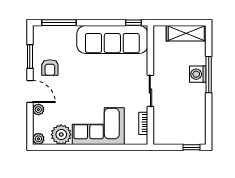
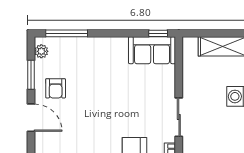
sofa: (112, 39) -> (152, 50), width x0.54, depth x0.79
plant: (38, 110) -> (41, 51), moved

